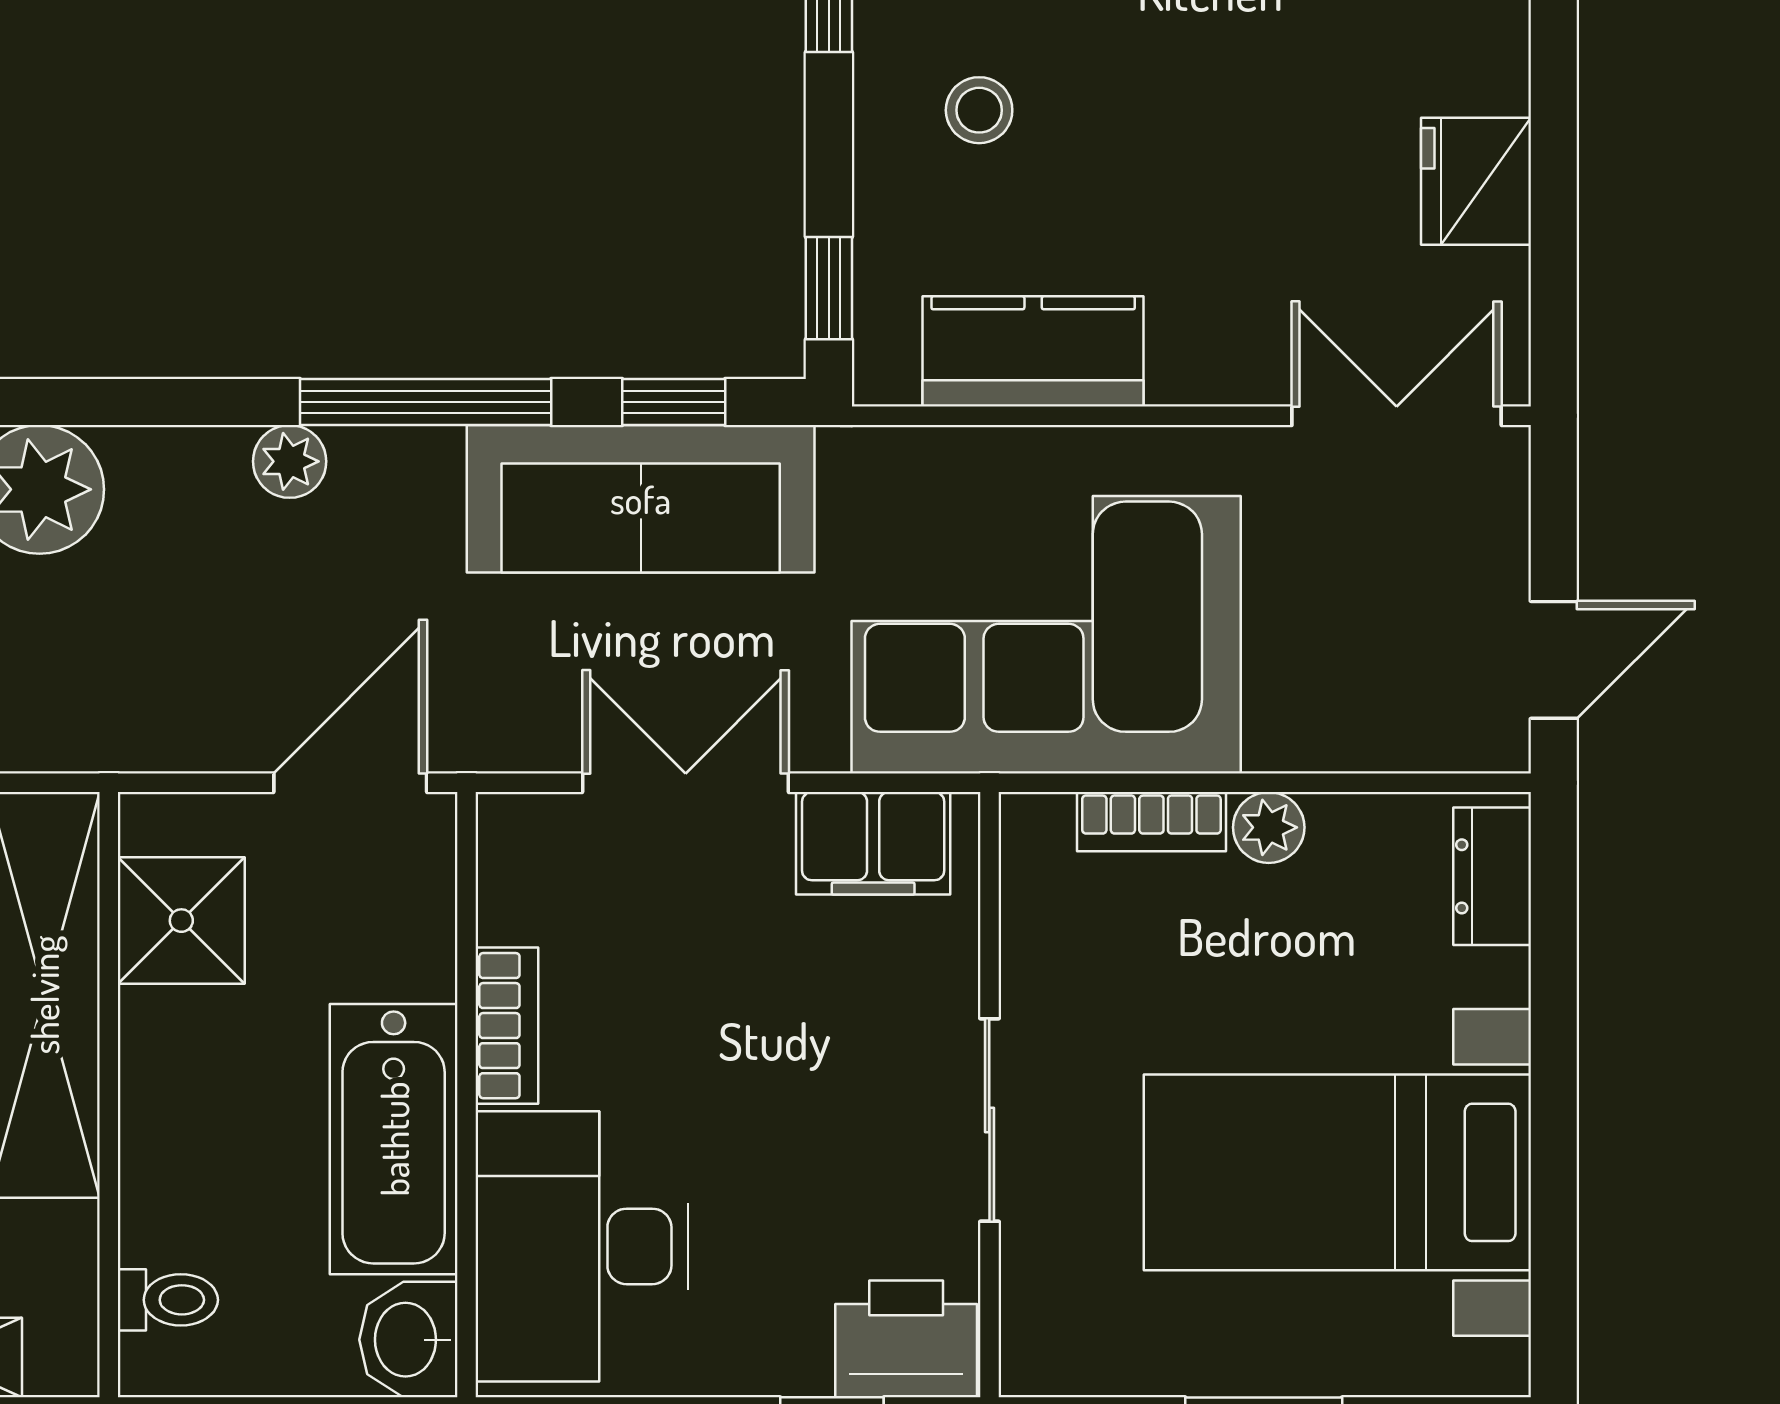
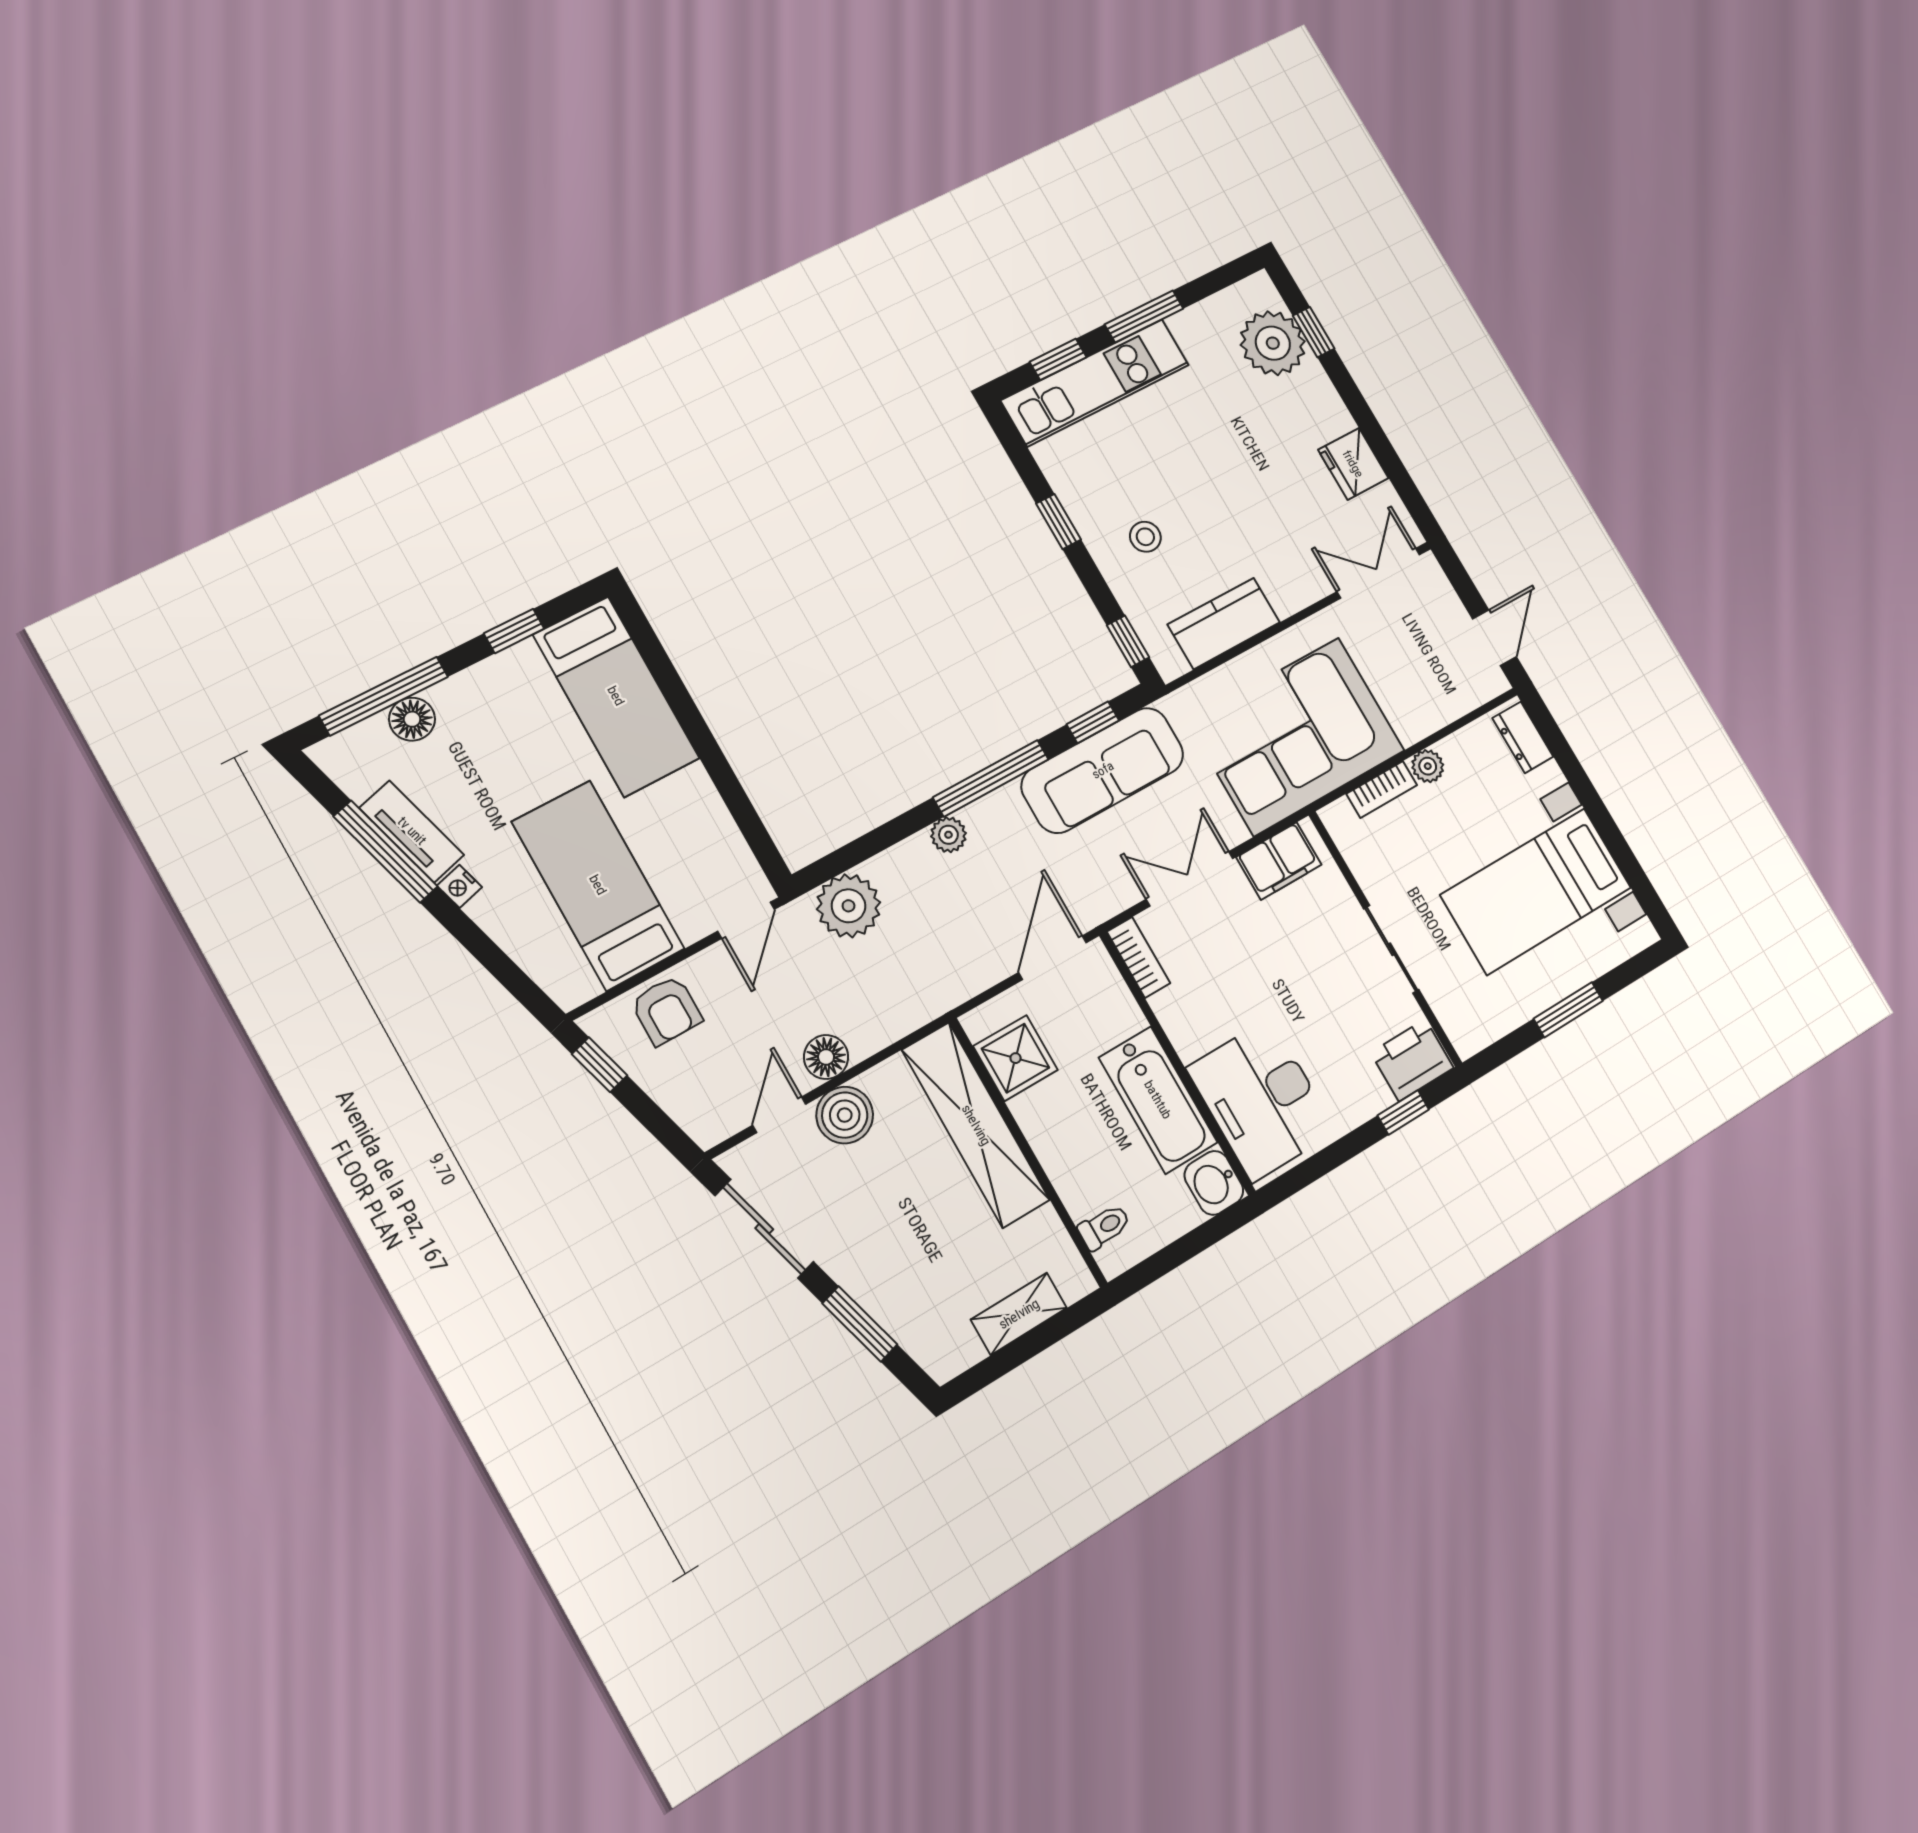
bookcase: (507, 1026) -> (1138, 957), moved

